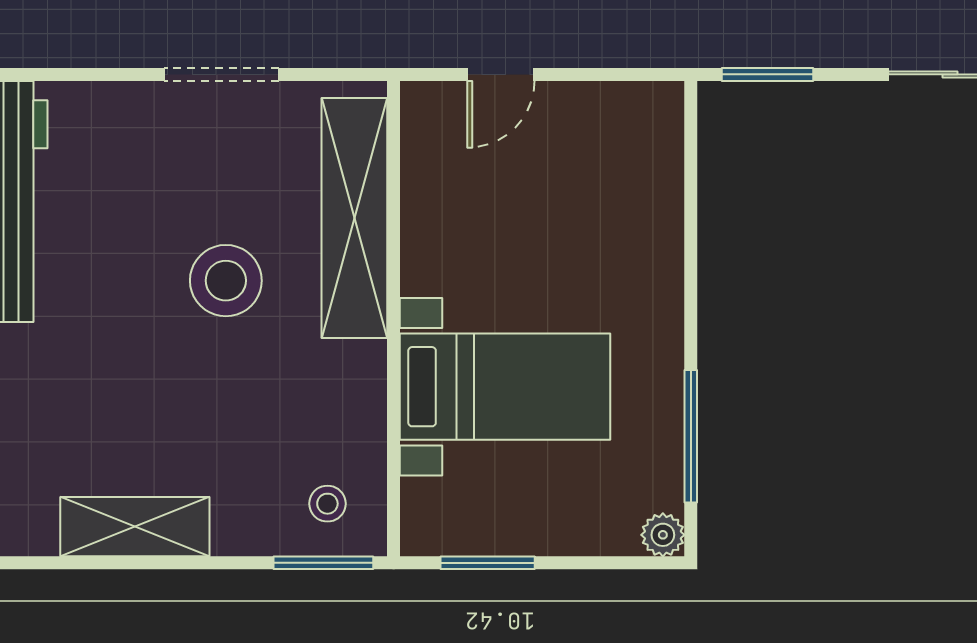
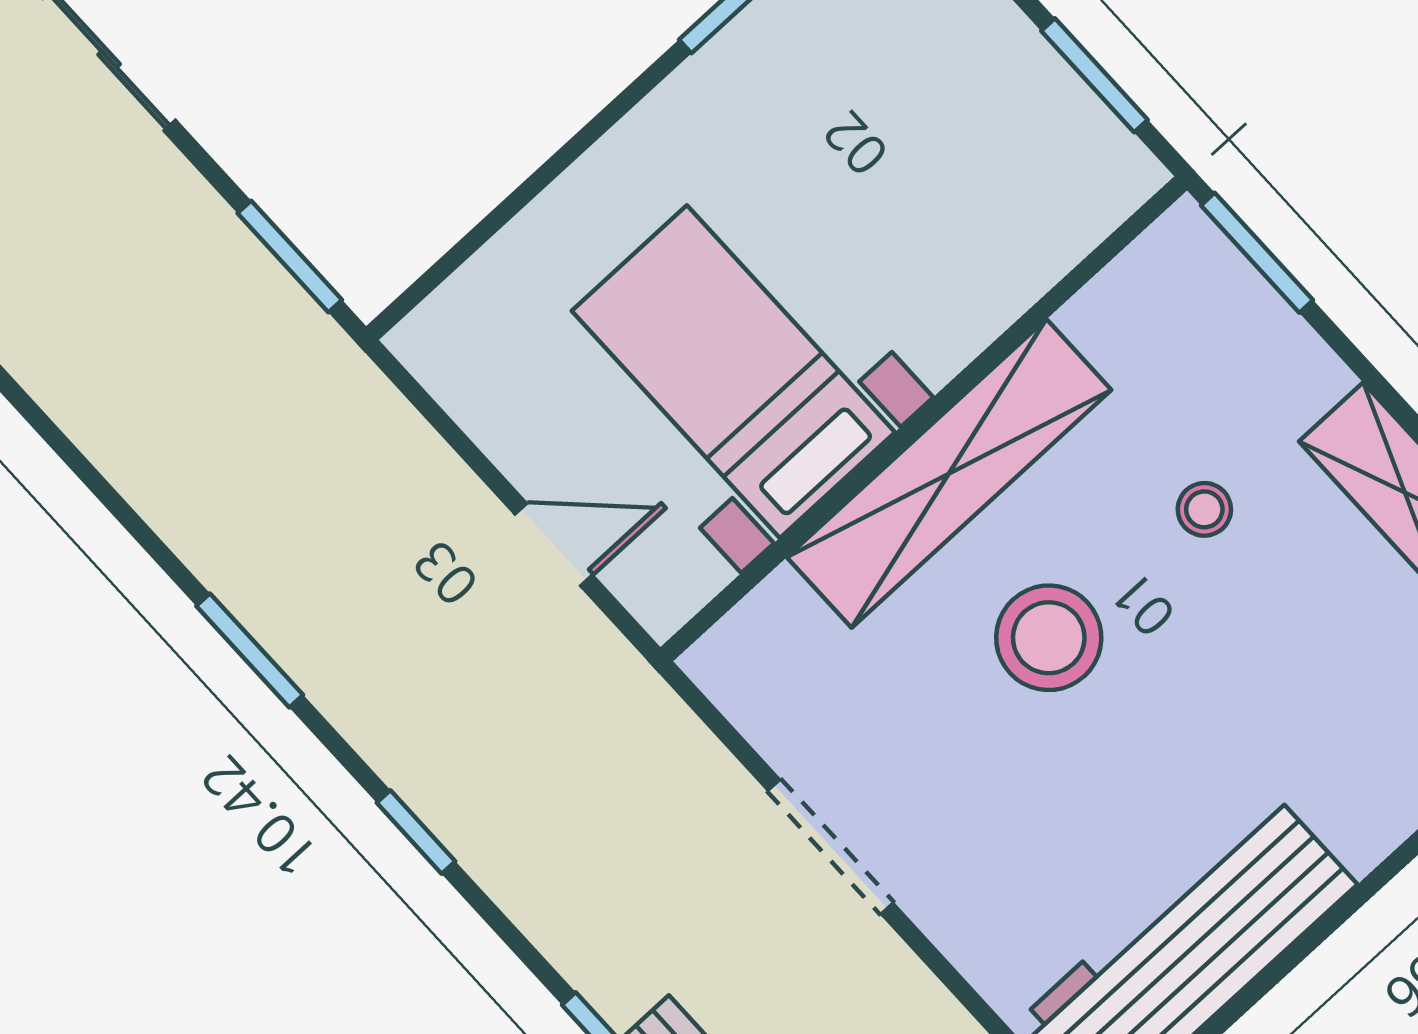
shelving: (354, 218) -> (949, 473), moved
bed with nightstands: (505, 387) -> (733, 372), moved
stool: (327, 504) -> (1204, 509), moved

